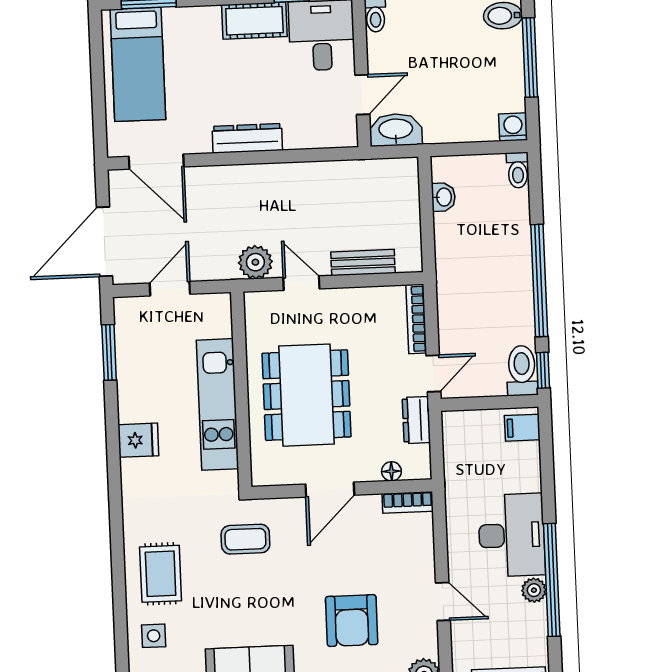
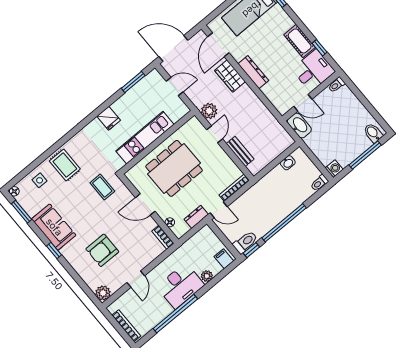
wardrobe: (224, 182) -> (230, 76), added
rug: (161, 574) -> (65, 165), turned 90
plant: (534, 590) -> (207, 276), moved

